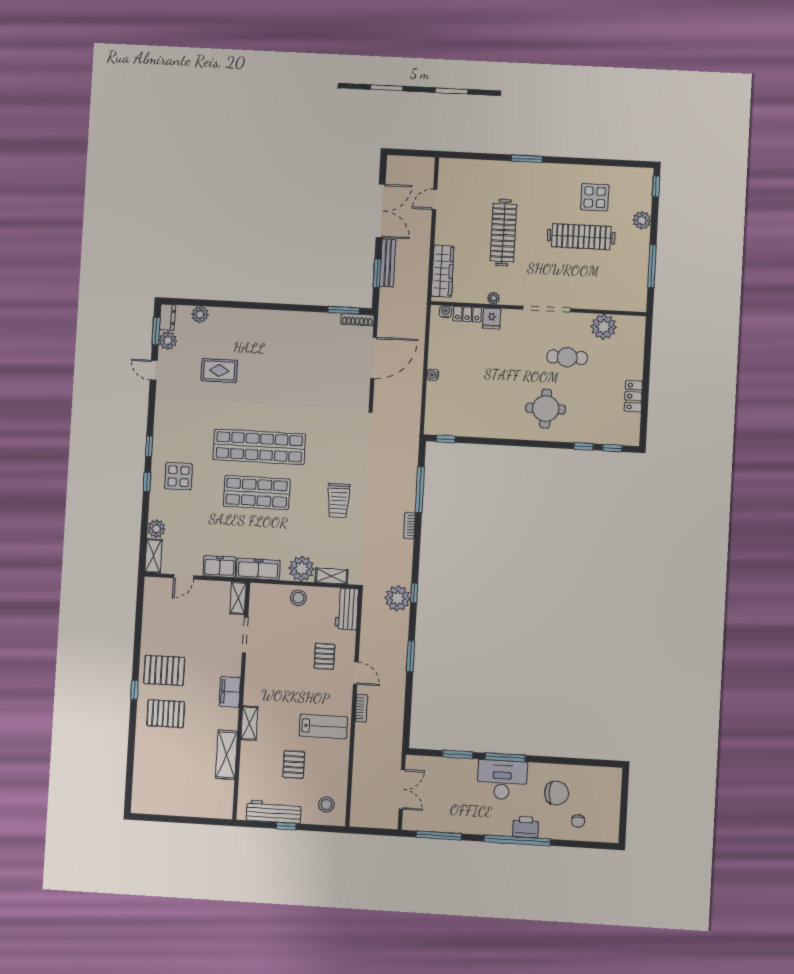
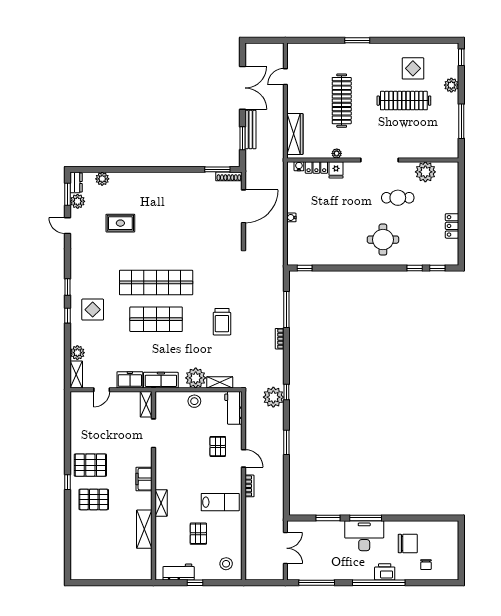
workbench: (274, 812) -> (179, 572), width x0.73

